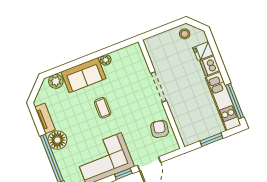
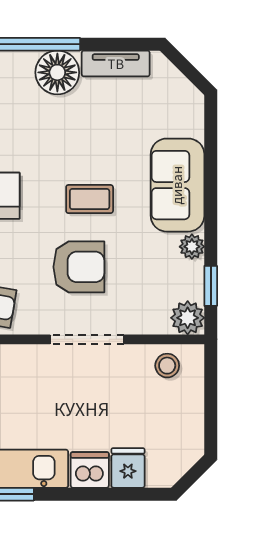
stool: (185, 34) -> (167, 366), moved
window: (118, 46) -> (211, 286), added
plant: (56, 81) -> (188, 318), moved
armchair: (131, 102) -> (79, 267), added

